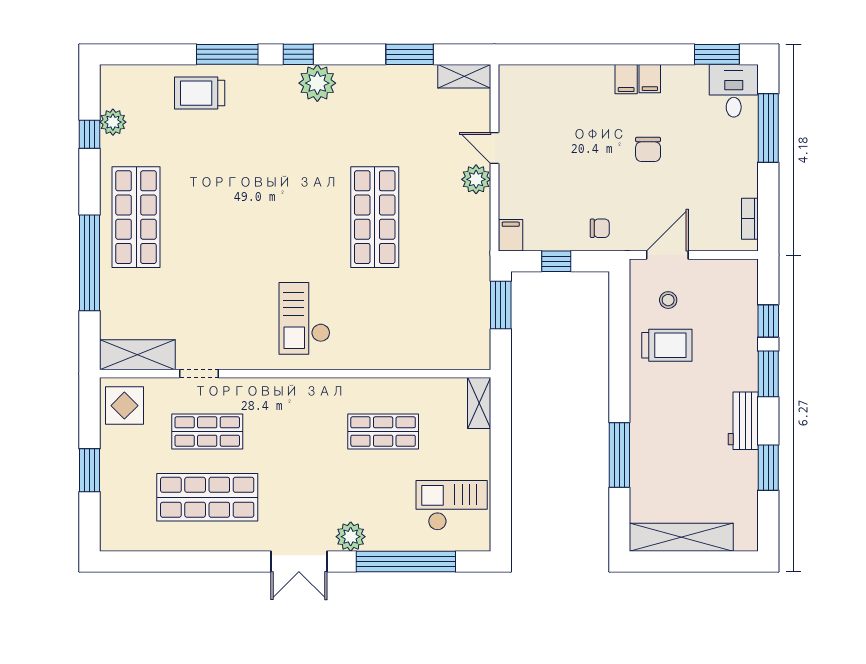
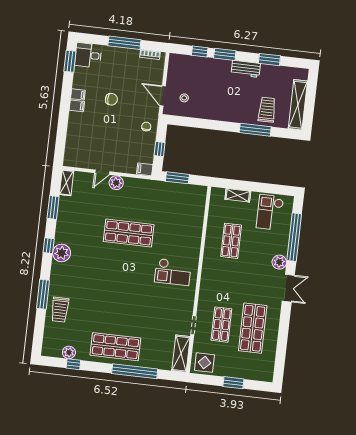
window: (298, 54) -> (49, 246), moved
window: (768, 128) -> (124, 43), moved
trolley: (667, 345) -> (267, 110), moved
shelving: (479, 403) -> (238, 195), moved

